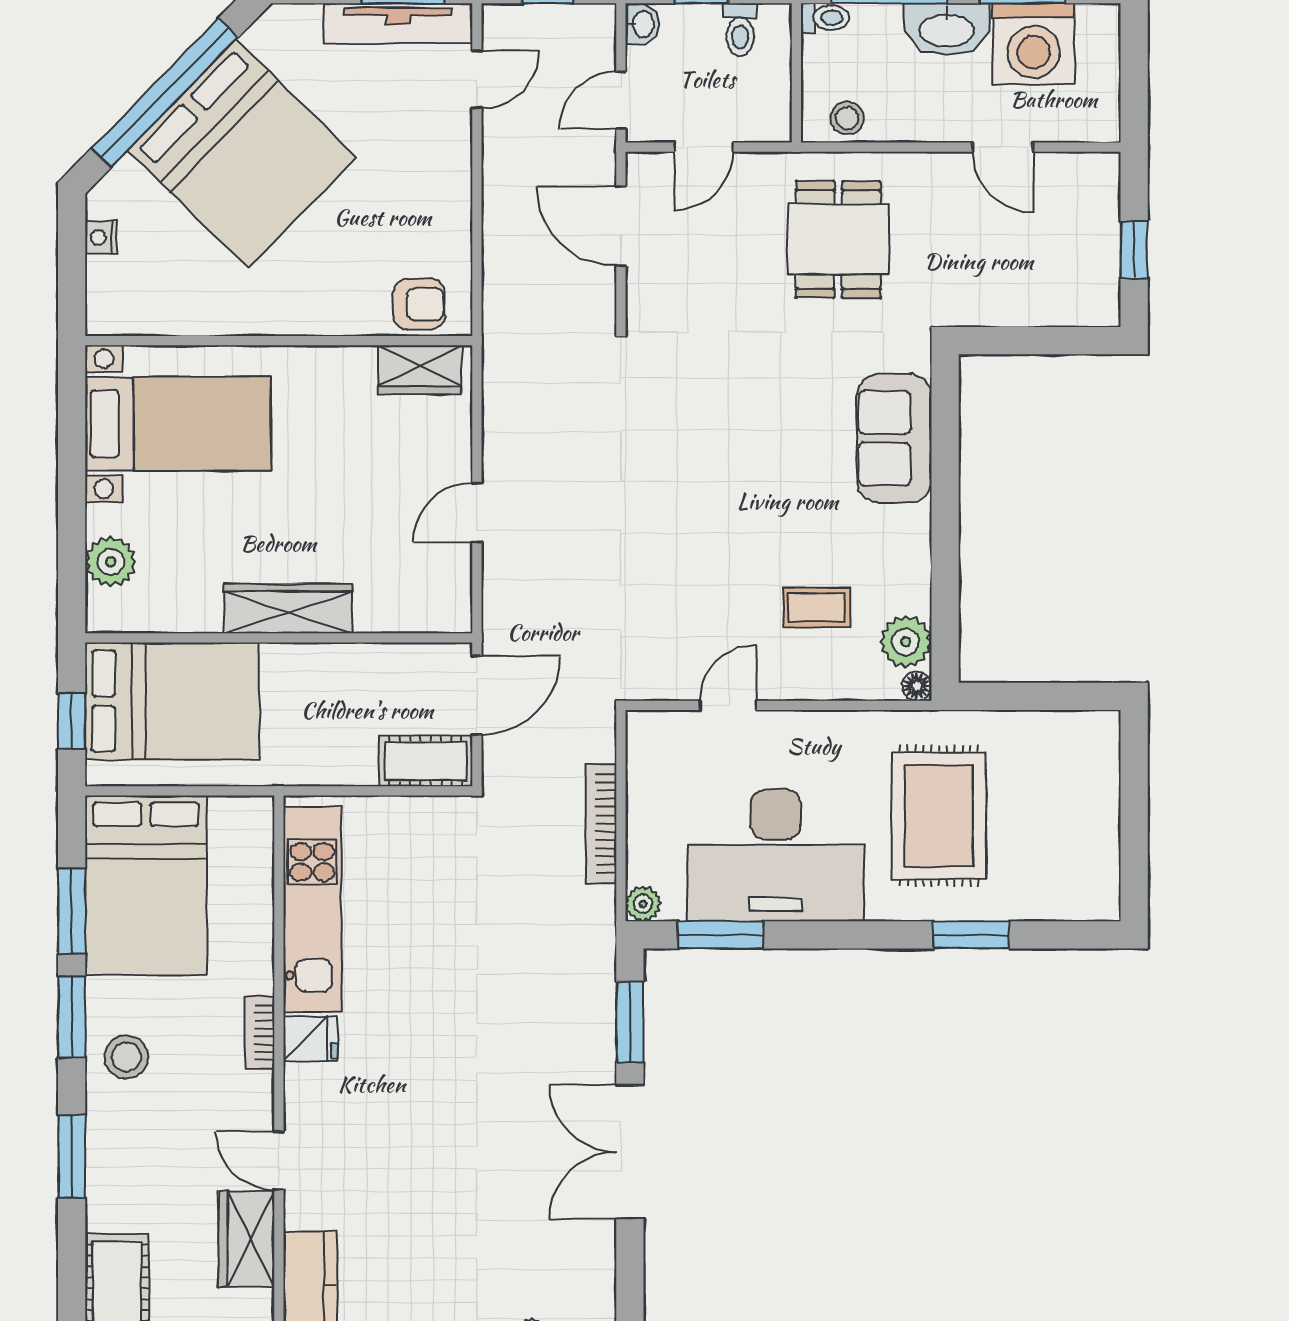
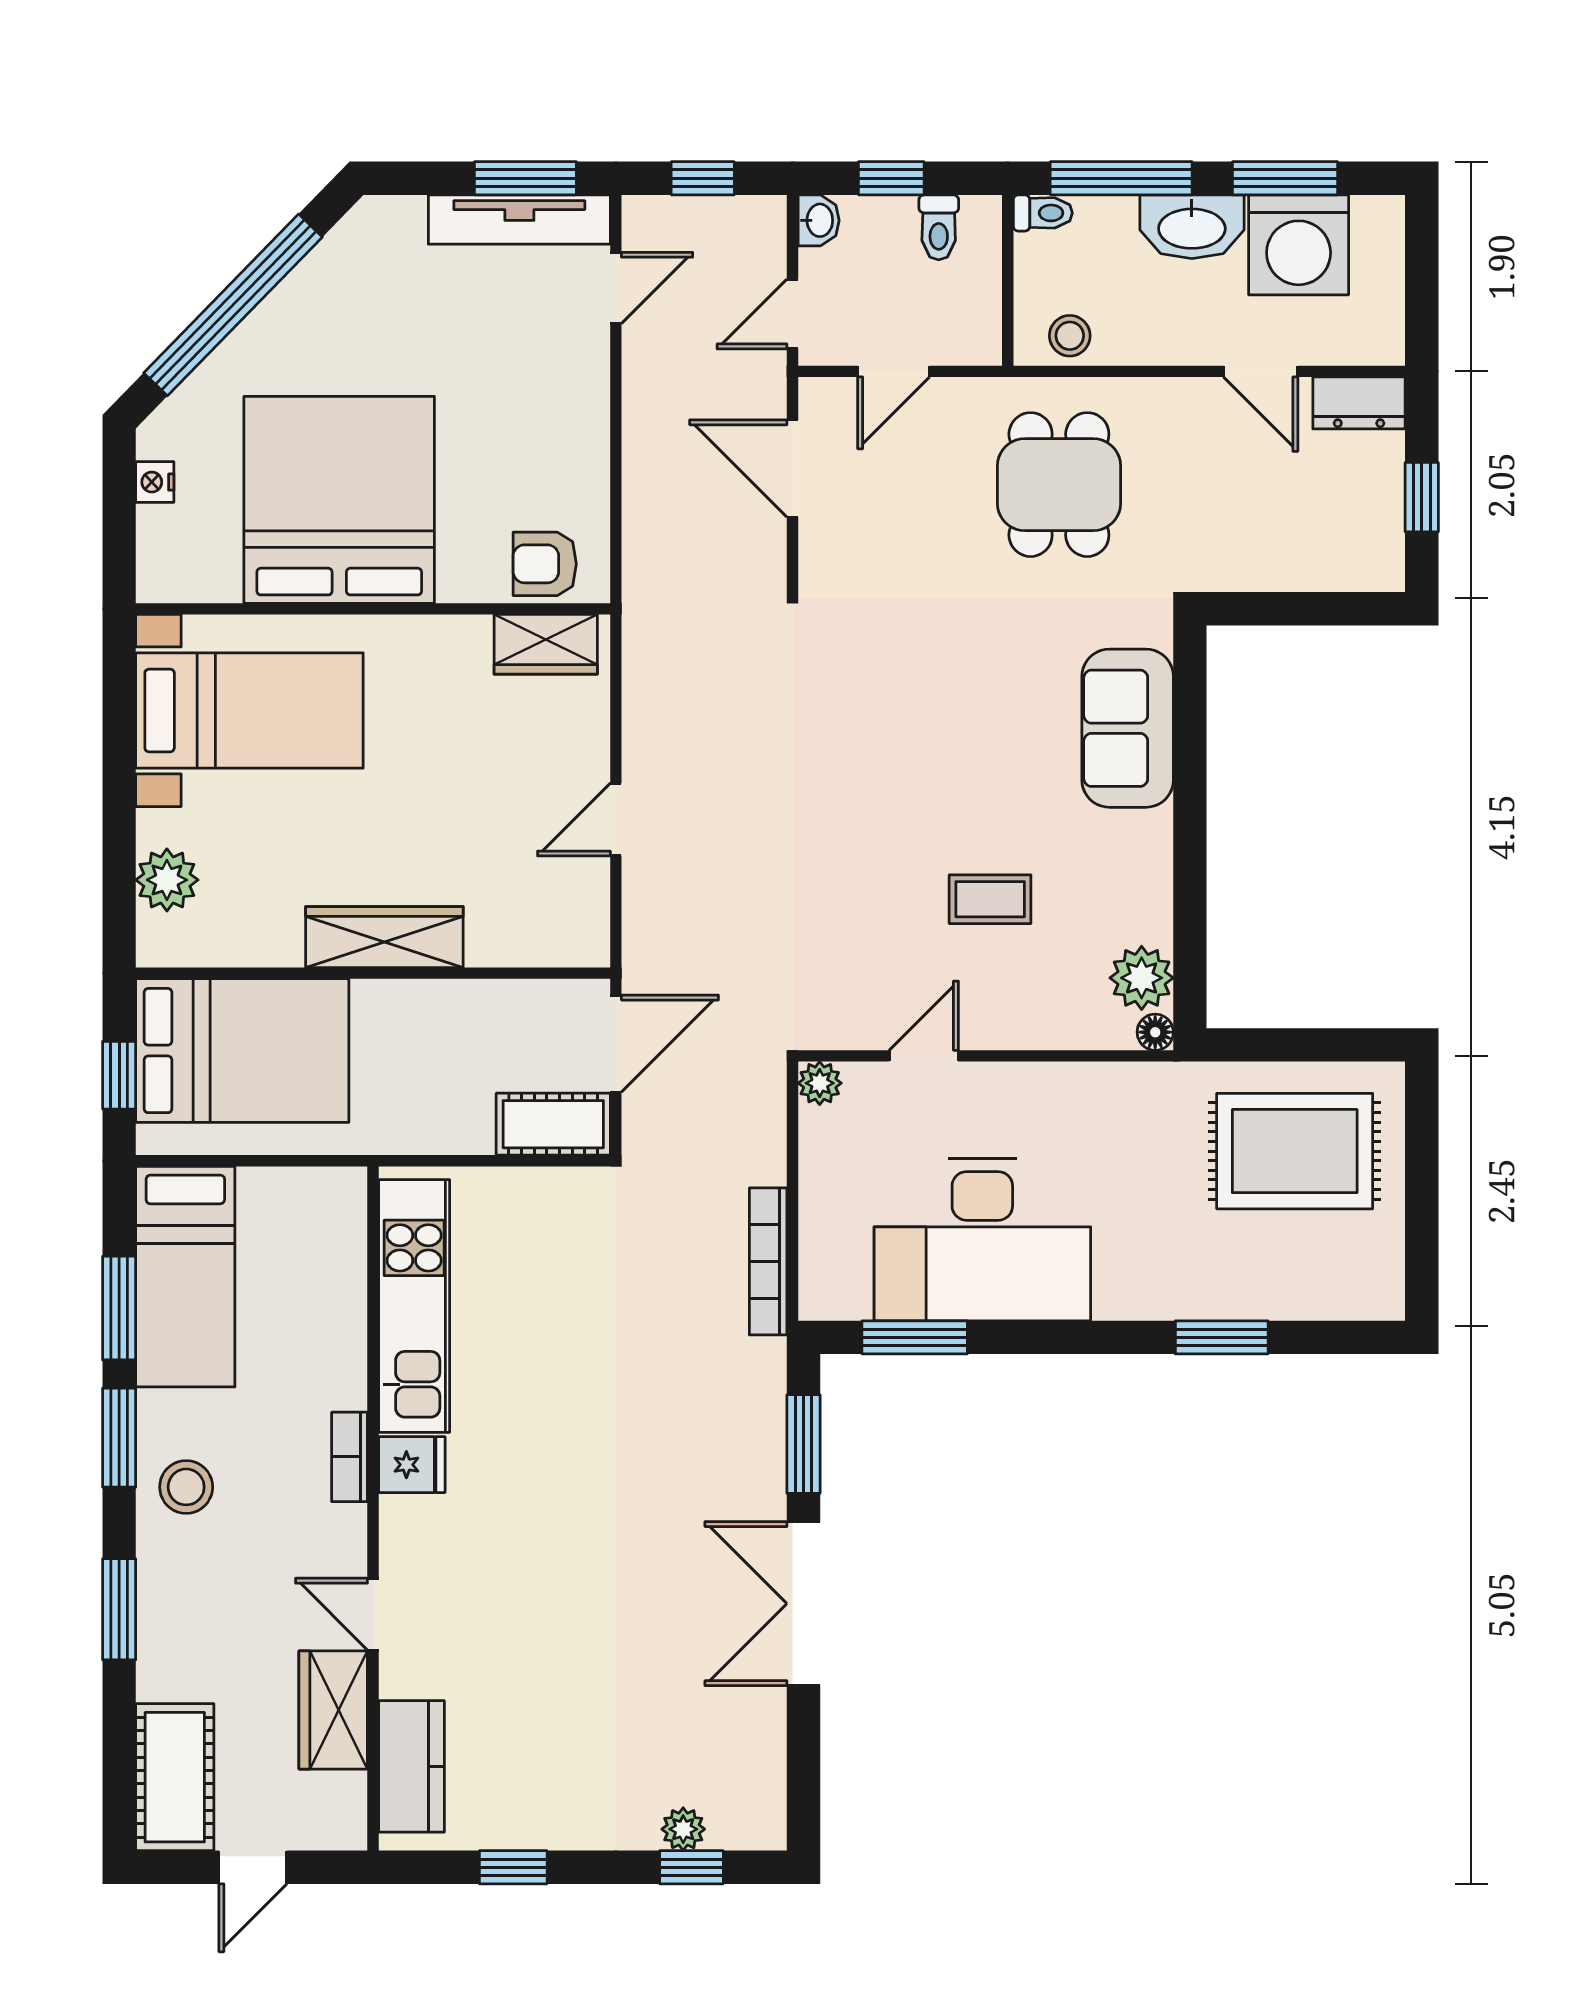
bed: (242, 154) -> (339, 500), moved, turned -134
dresser: (1083, 173) -> (1359, 403), added
armchair: (419, 304) -> (545, 564), turned 180
coffee table: (817, 608) -> (990, 899), moved
rug: (939, 816) -> (1295, 1151), moved, turned 90
bookcase: (601, 824) -> (768, 1261), moved
bed: (146, 885) -> (185, 1277), width x0.67
plant: (643, 904) -> (820, 1083), moved

